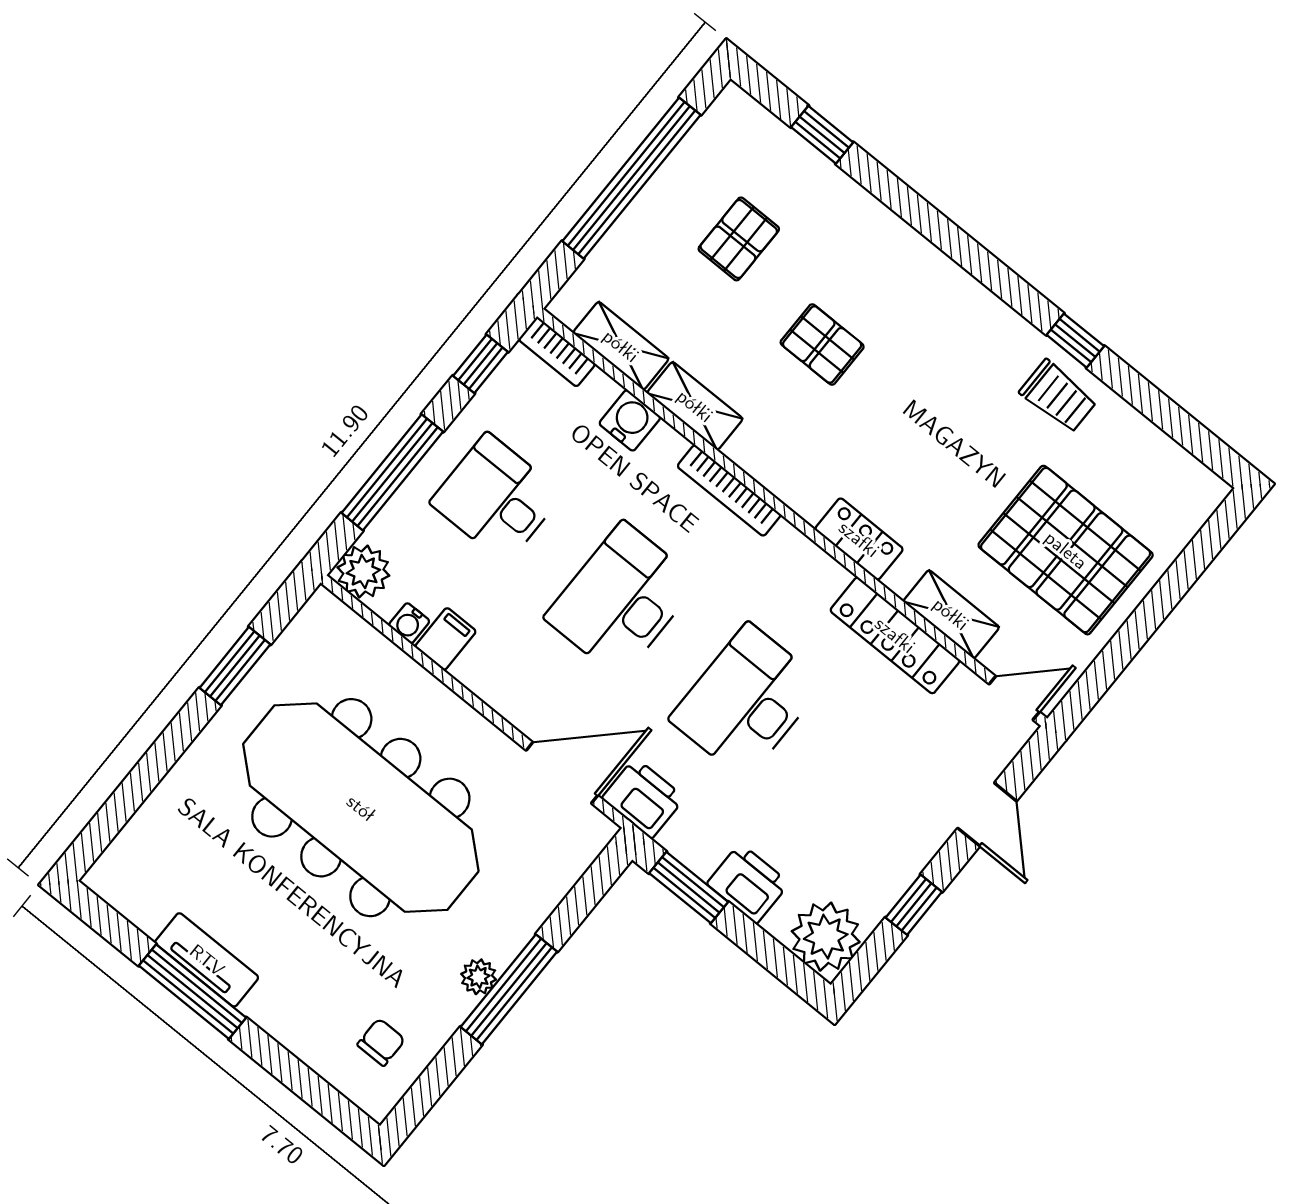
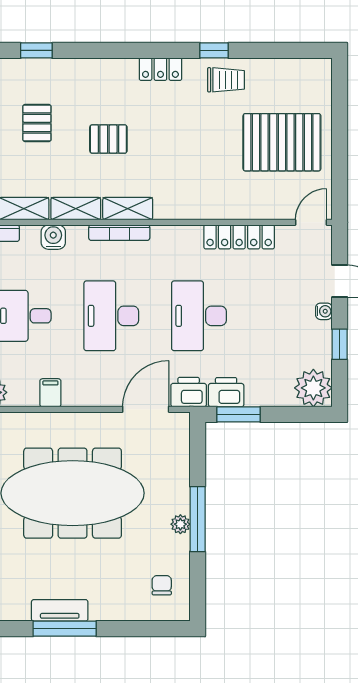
locker: (859, 539) -> (160, 69), moved, turned 180
shelving: (951, 614) -> (128, 209), moved
water cooler: (409, 623) -> (324, 311), moved, turned -90
printer: (748, 883) -> (226, 392), moved

